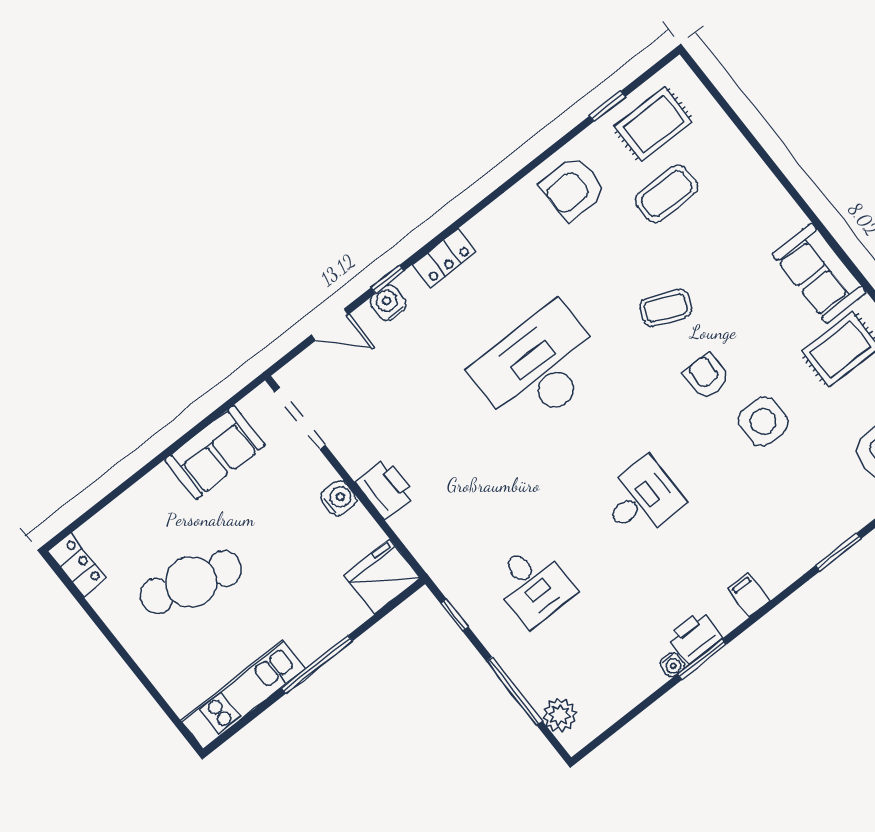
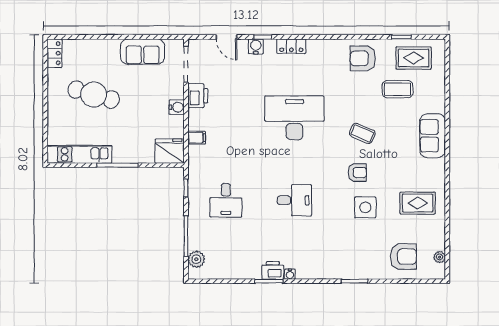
sofa: (819, 273) -> (433, 136), moved
armchair: (707, 376) -> (357, 173), turned 90
printer: (385, 489) -> (198, 96), moved
filing cabinet: (749, 595) -> (197, 138), moved, turned 90
water cooler: (672, 665) -> (290, 274), moved

